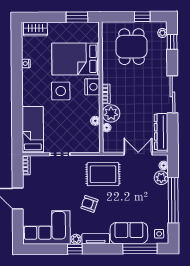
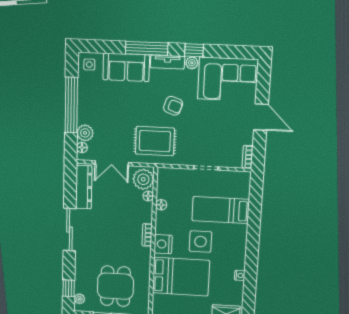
plant: (111, 113) -> (143, 179), moved
bed: (33, 130) -> (221, 210), moved, turned 90
window: (140, 249) -> (147, 48), moved

